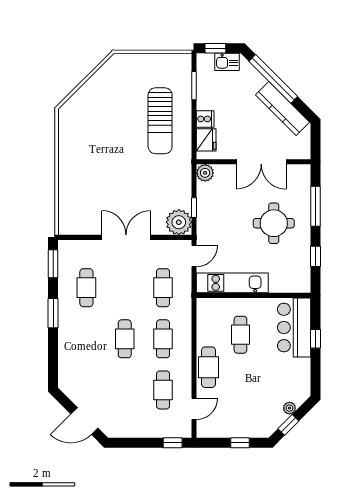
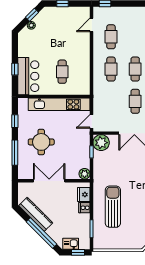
kitchen unit: (232, 283) -> (59, 104), width x1.36
cafe table: (163, 288) -> (135, 101), moved
cafe table: (209, 367) -> (82, 51), removed

